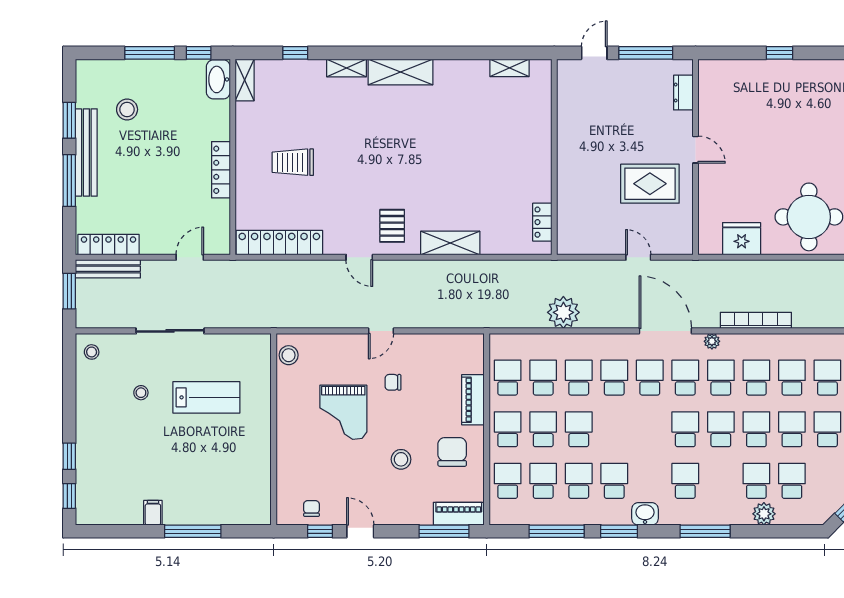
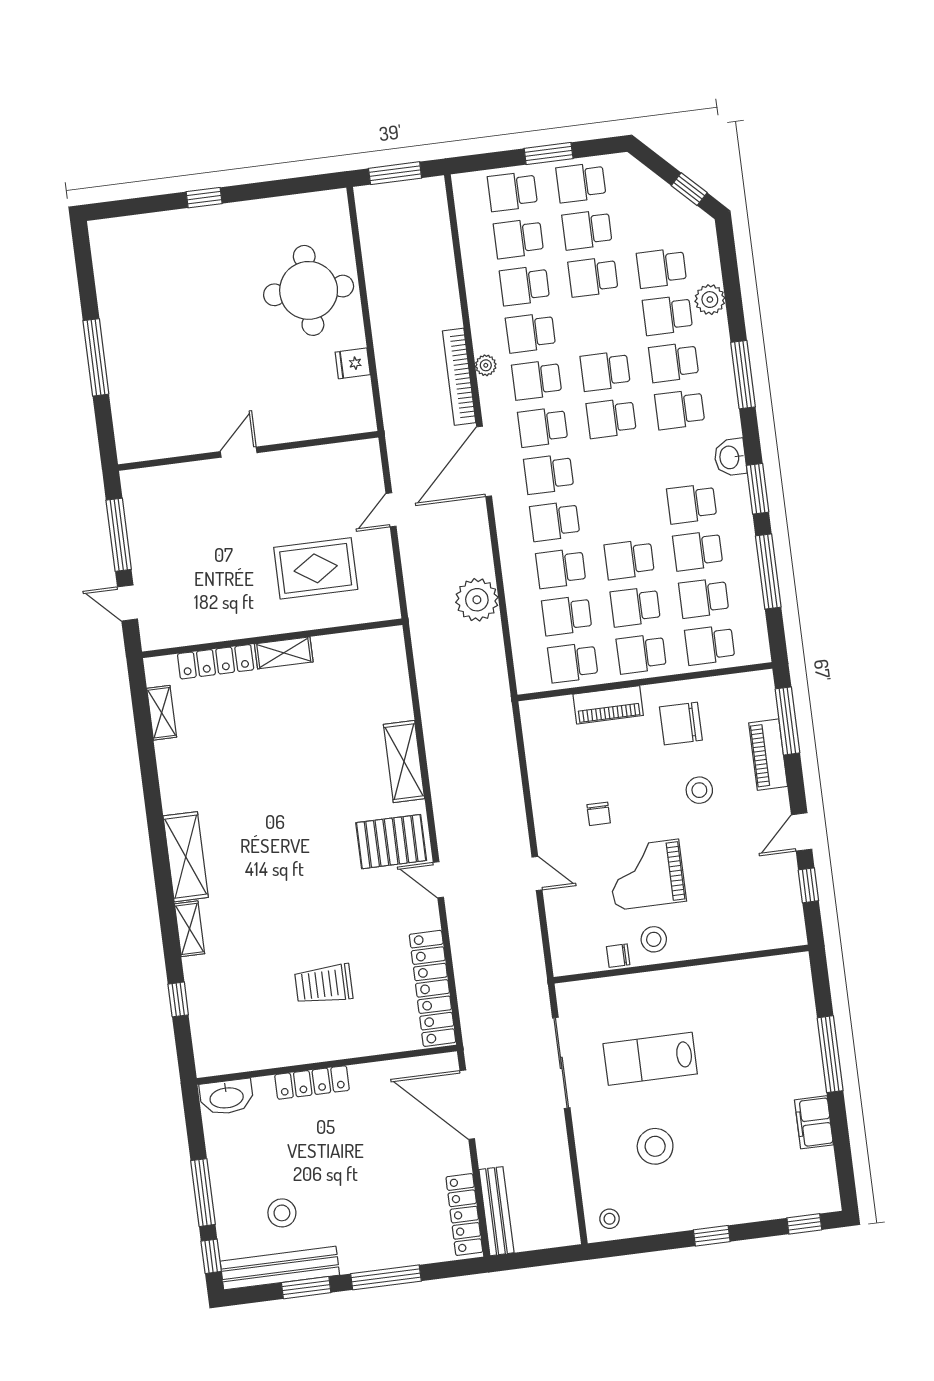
window: (199, 53) -> (211, 1256), moved
window: (779, 53) -> (96, 357), width x2.17
shelving: (245, 80) -> (284, 653), moved
dresser: (683, 93) -> (165, 478), removed
bench: (86, 153) -> (280, 1268), moved
trolley: (293, 162) -> (324, 984), turned 90
locker: (221, 170) -> (312, 1082), moved
rug: (650, 184) -> (316, 568), moved, turned 90
locker: (542, 222) -> (216, 662), moved, width x1.53
pallet: (392, 226) -> (391, 842), width x1.50, depth x1.42
fridge: (742, 239) -> (353, 363), width x0.53, depth x0.75
door: (190, 257) -> (467, 1105), width x1.88
door: (359, 257) -> (438, 880), swing flipped
window: (69, 291) -> (532, 1259), removed
bookcase: (756, 320) -> (459, 377), moved
sliding door: (170, 331) -> (561, 1063), moved
door: (381, 331) -> (537, 874), moved
plant: (712, 341) -> (486, 365), moved
stool: (289, 355) -> (654, 939), moved
stool: (141, 393) -> (655, 1146), width x1.89, depth x1.89
lab bench: (206, 397) -> (650, 1059), turned -90
grand piano: (343, 412) -> (647, 875), turned 180
school desk: (756, 429) -> (674, 362), moved
window: (69, 456) -> (712, 1236), moved
chair: (312, 508) -> (618, 956), moved
filing cabinet: (153, 513) -> (814, 1122), width x2.00
piano: (459, 514) -> (768, 755), moved

